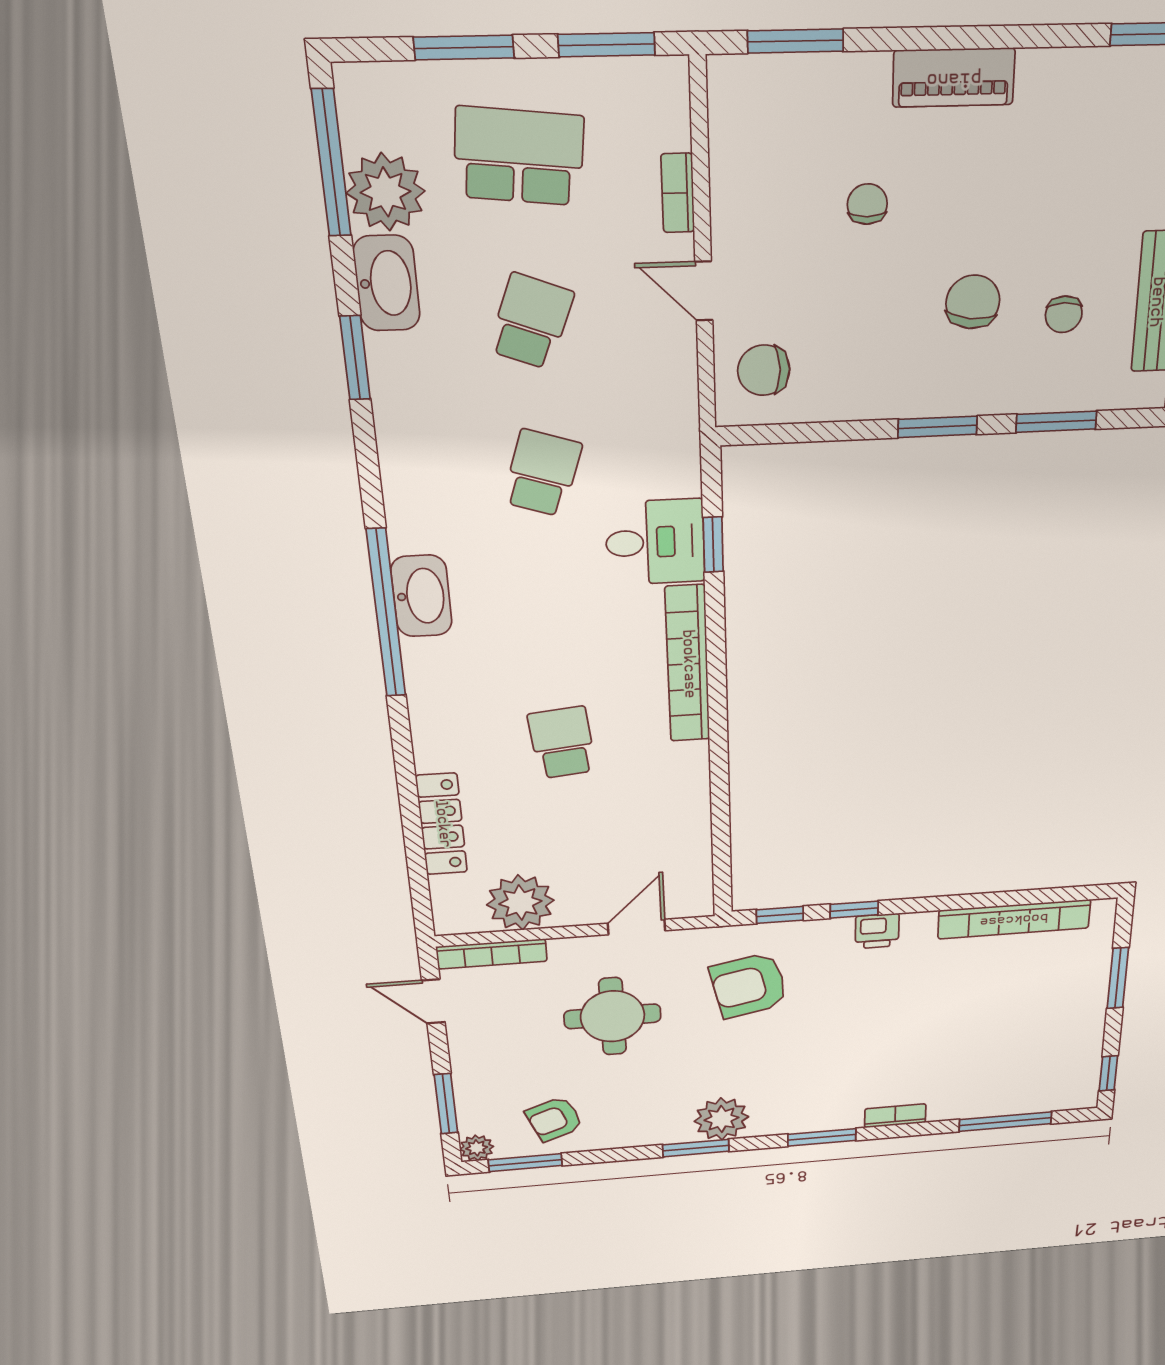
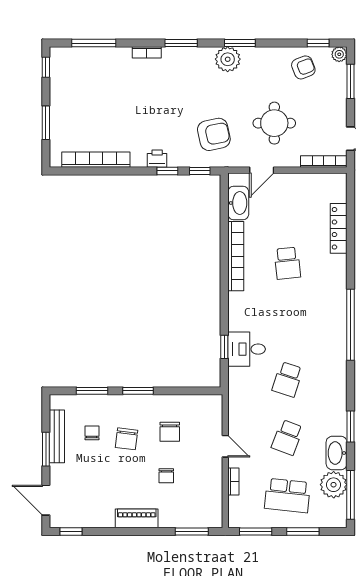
chair: (764, 370) -> (170, 432), moved, turned 90
washbasin: (421, 596) -> (238, 203), moved, turned 180
bookcase: (688, 664) -> (236, 256), moved
plant: (520, 903) -> (310, 187), removed
window: (525, 1163) -> (318, 43), width x0.67

